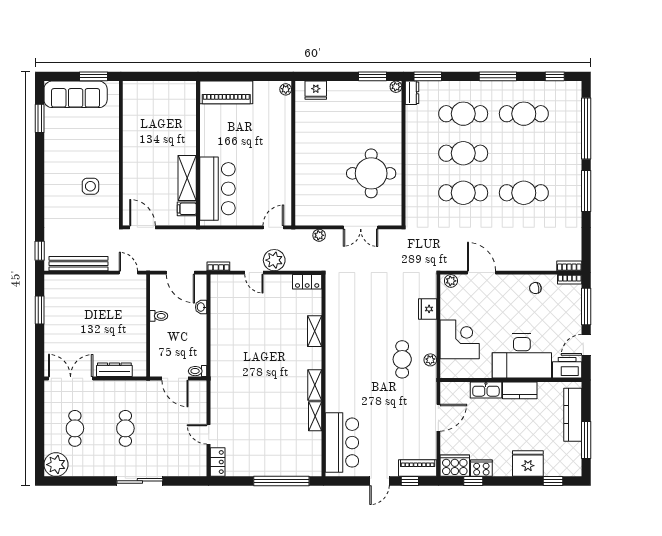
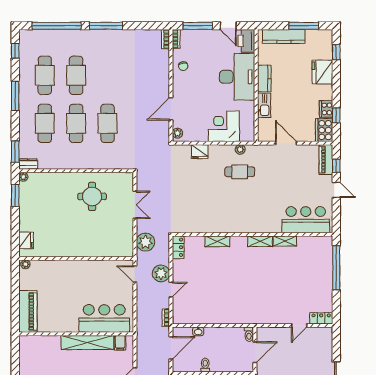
round table: (371, 173) -> (92, 196), width x0.73, depth x0.73
shelving: (187, 178) -> (87, 343), width x1.47
cafe table: (524, 193) -> (76, 75), moved
plant: (319, 235) -> (145, 242), width x1.88, depth x1.88

